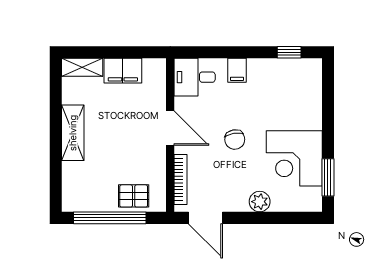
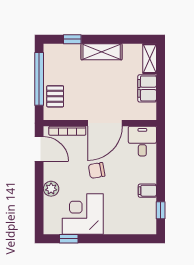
filing cabinet: (237, 70) -> (147, 191), moved
door: (170, 128) -> (105, 123), width x1.36
window: (56, 173) -> (72, 39), added
window: (328, 177) -> (69, 239), width x0.67
door: (205, 218) -> (39, 149), swing flipped

